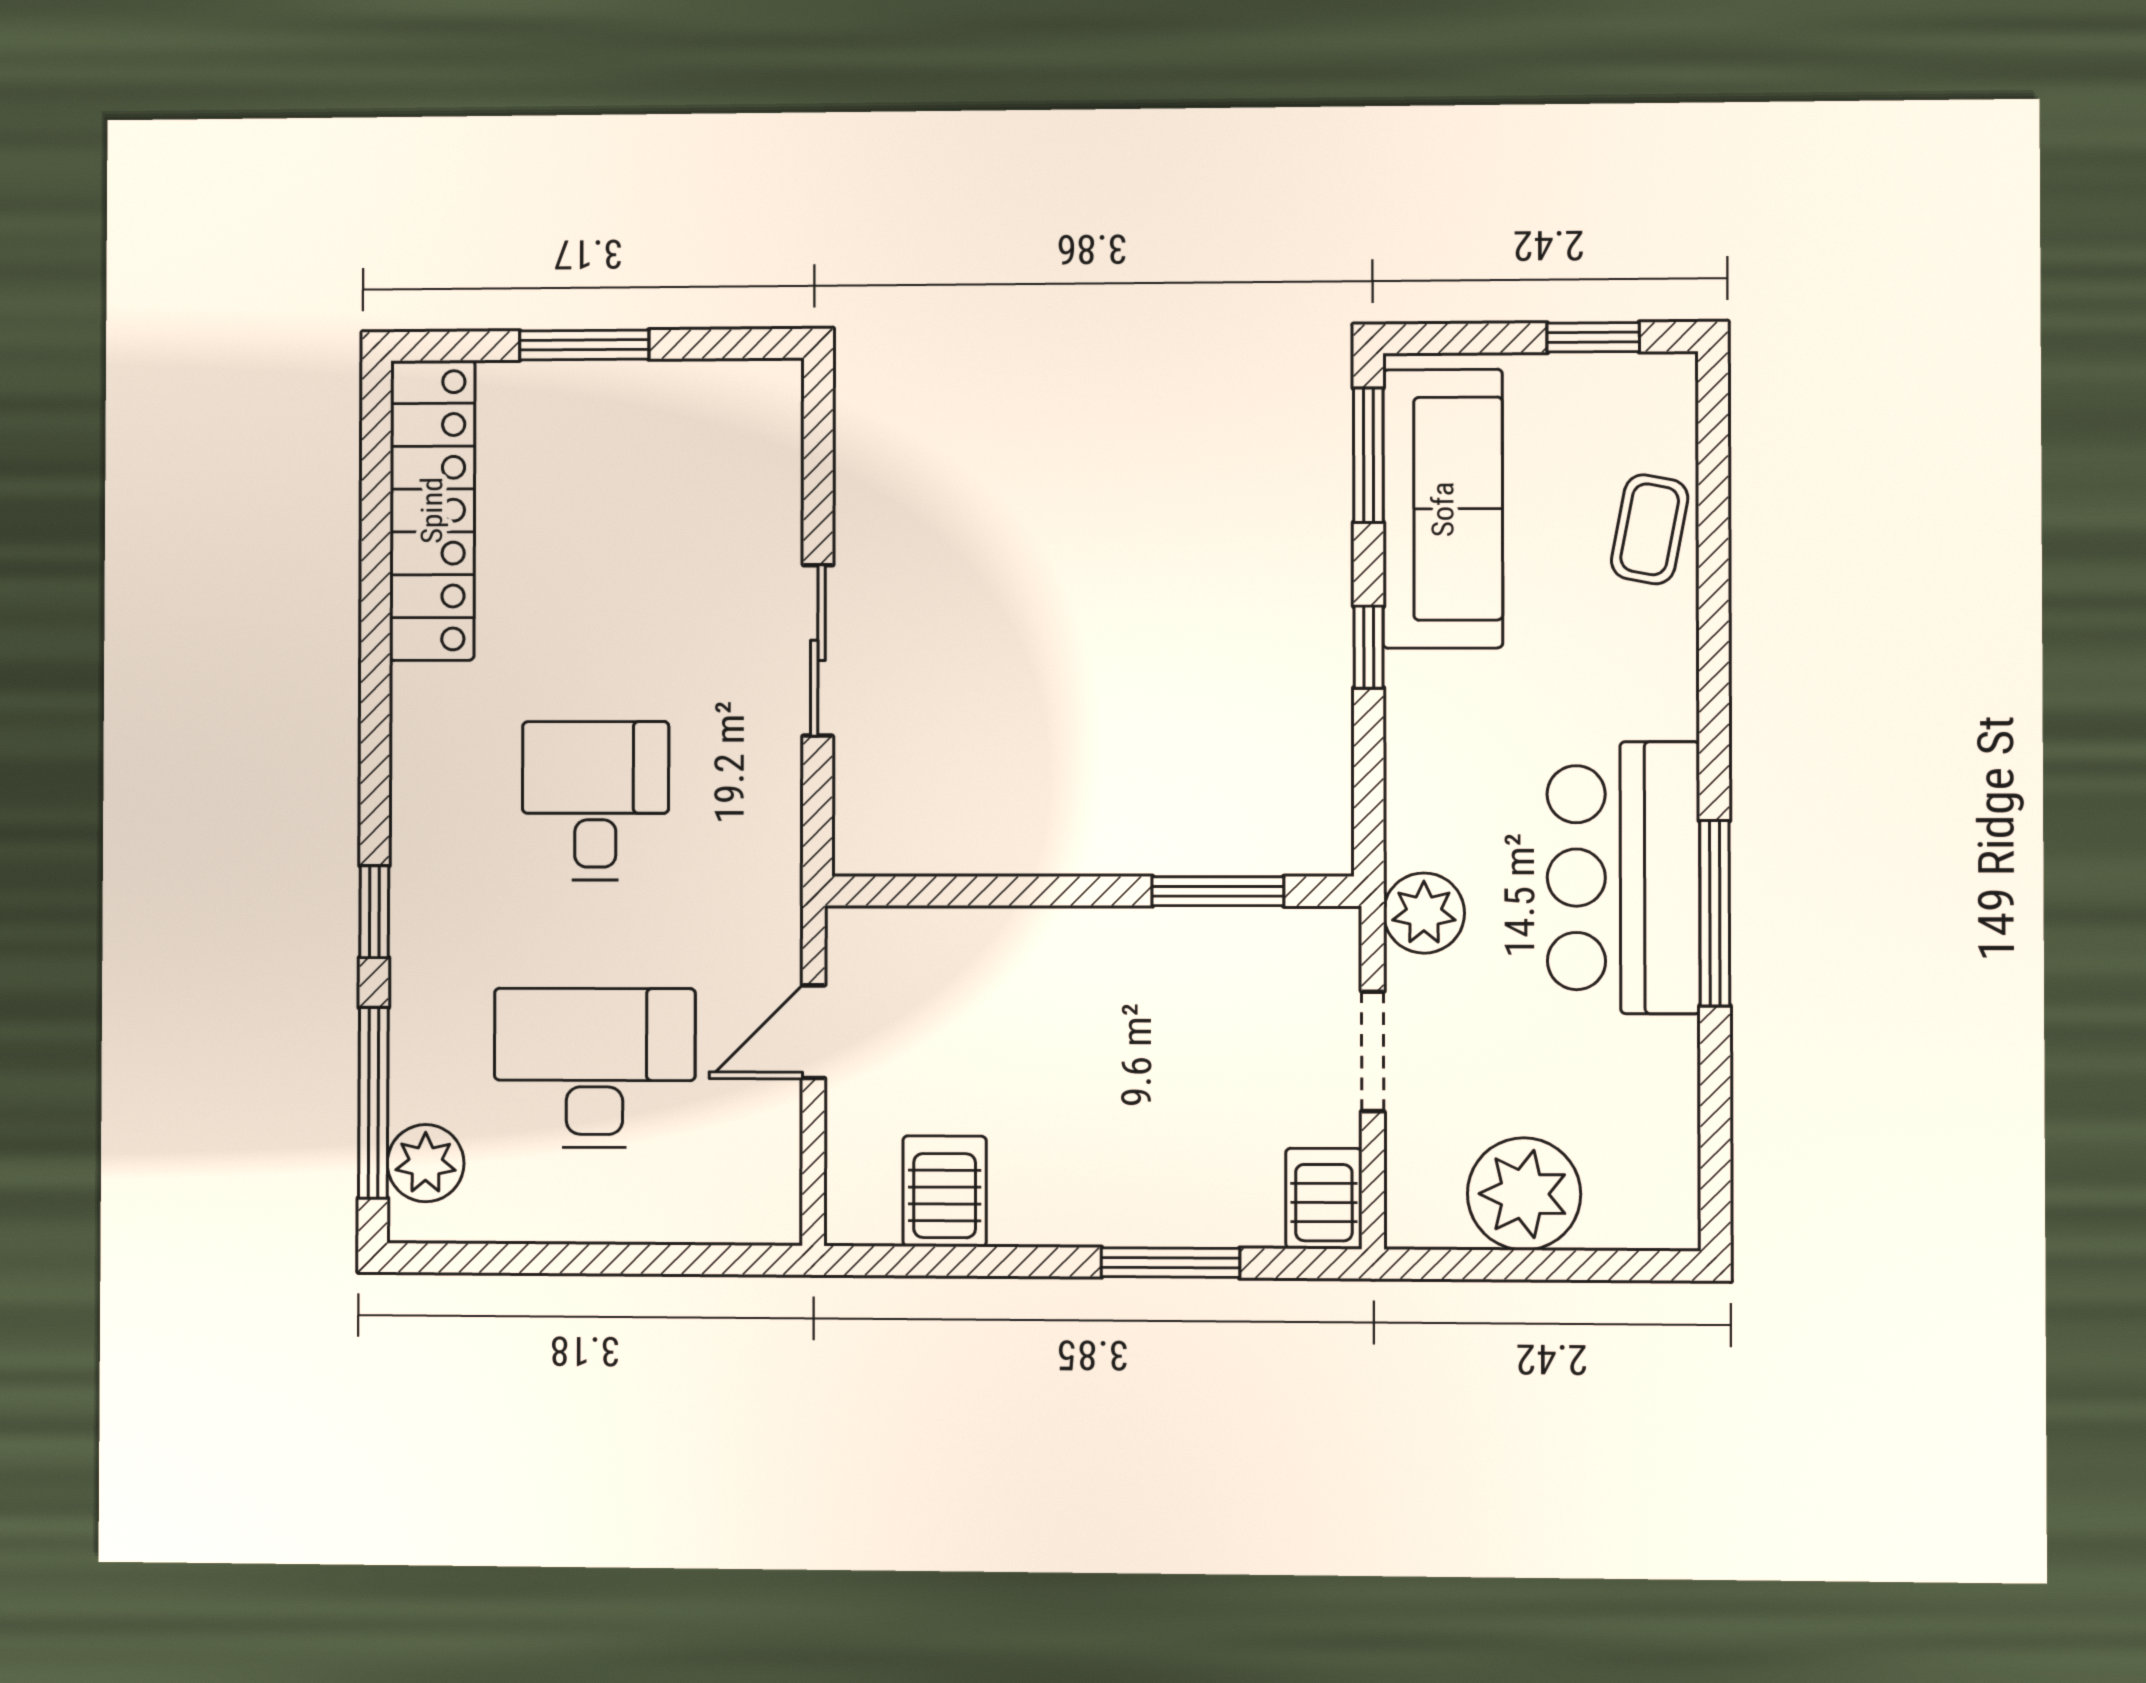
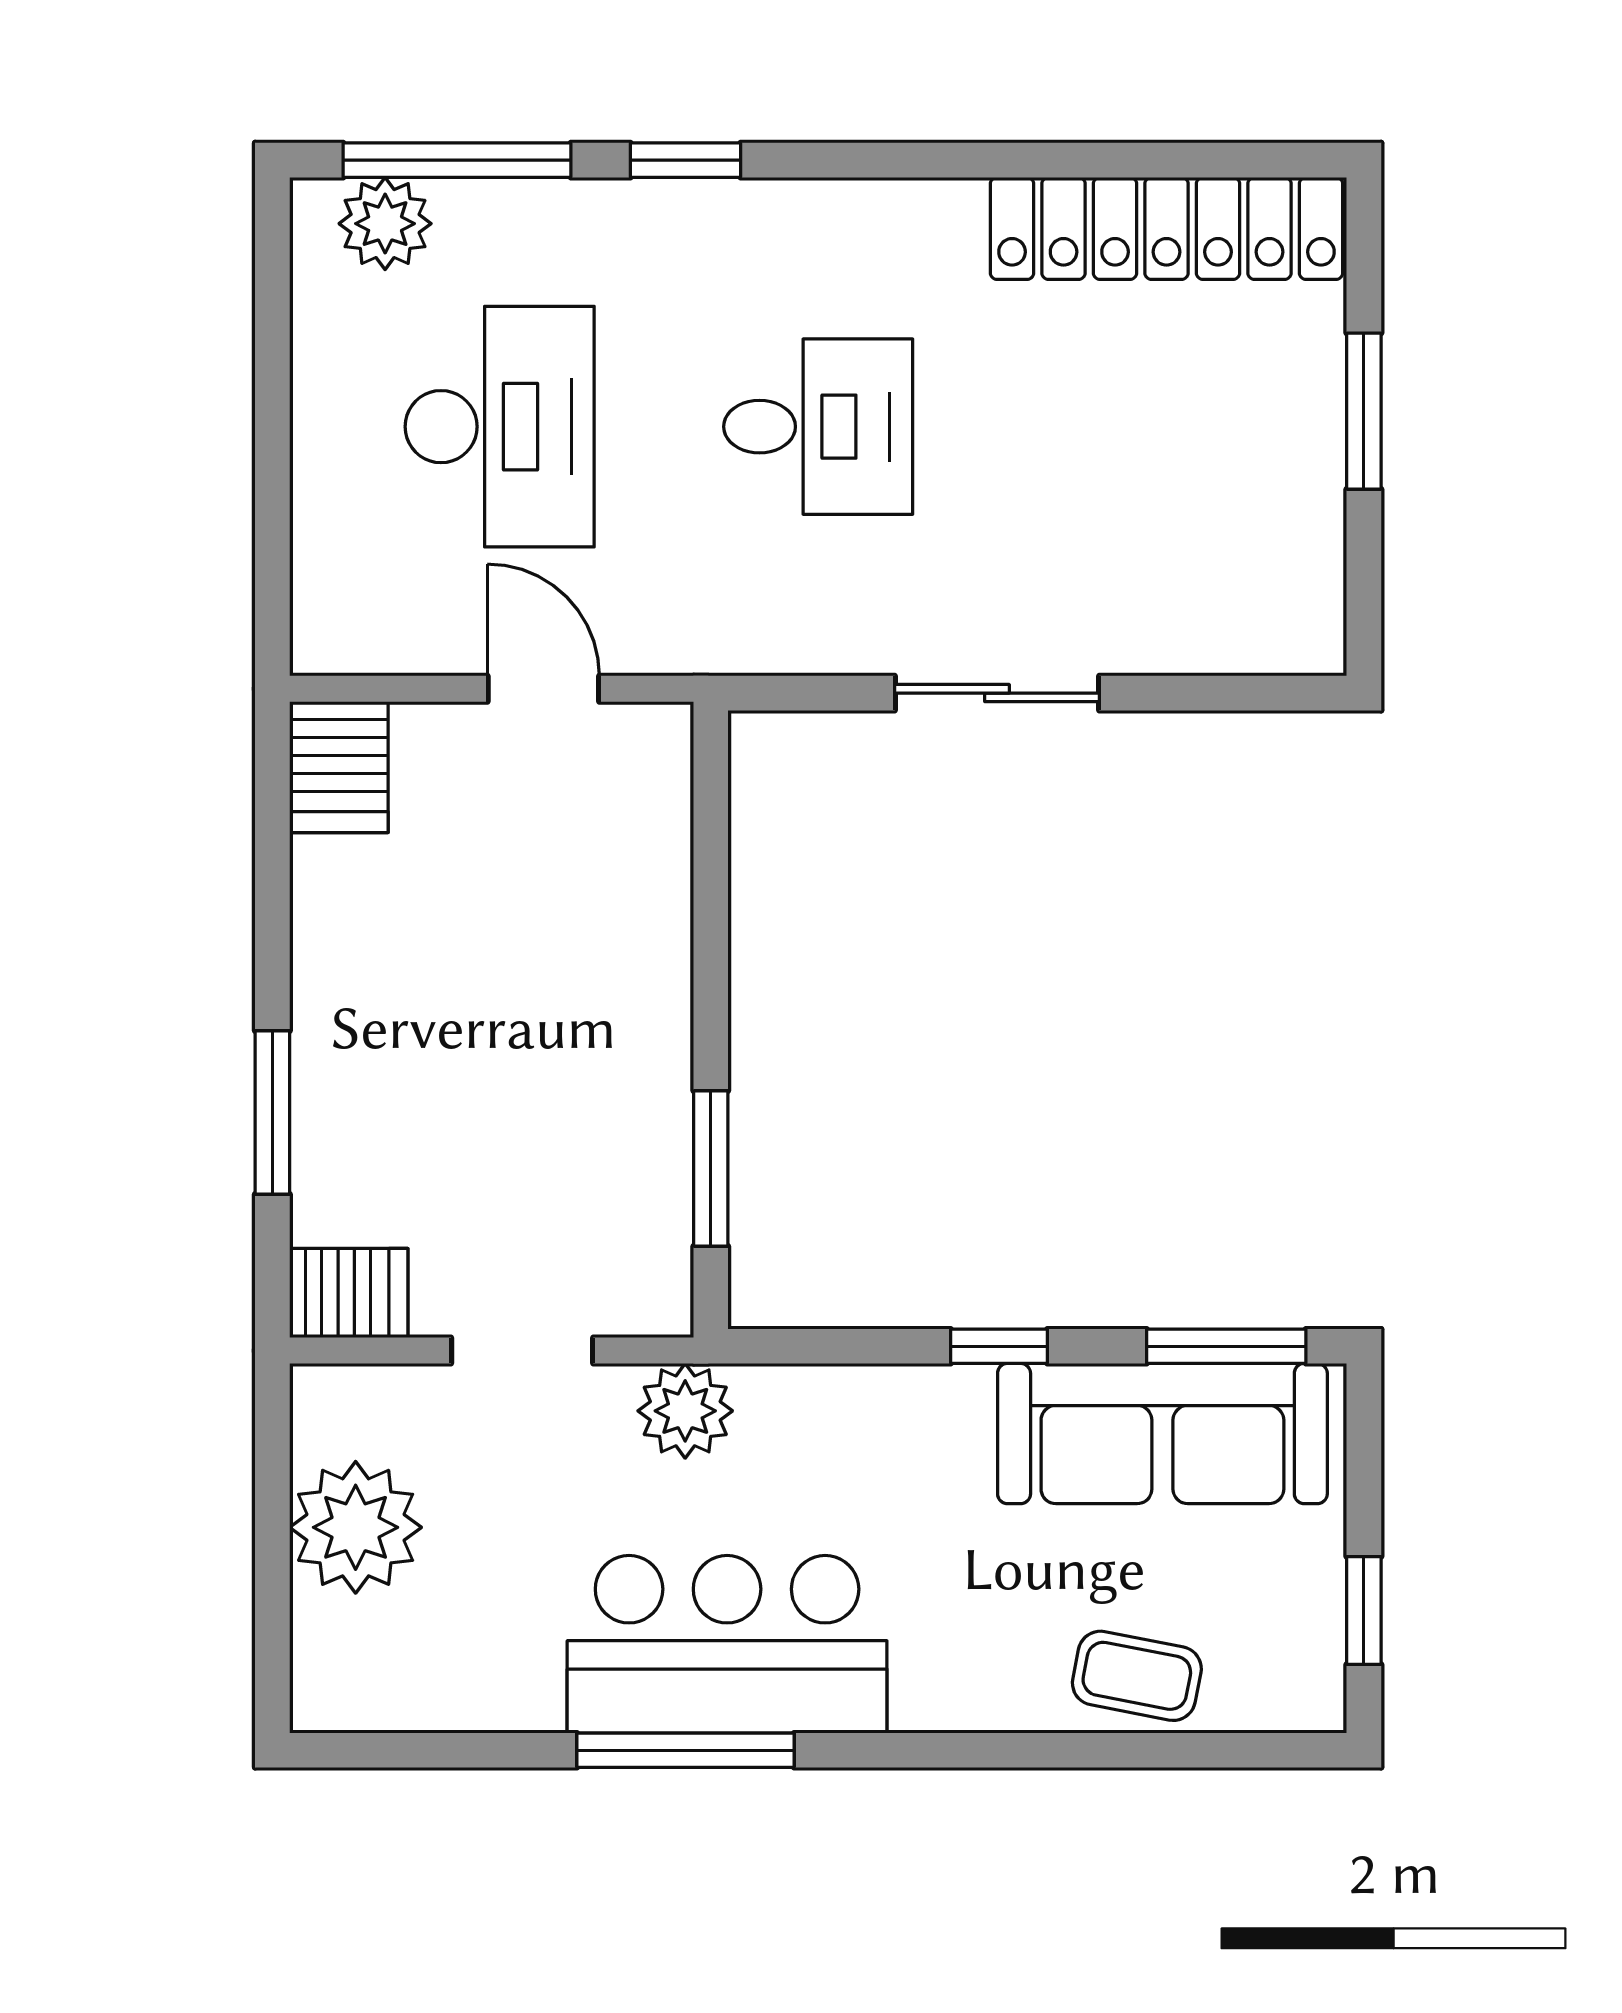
server rack: (945, 1191) -> (339, 767), moved, turned 90

